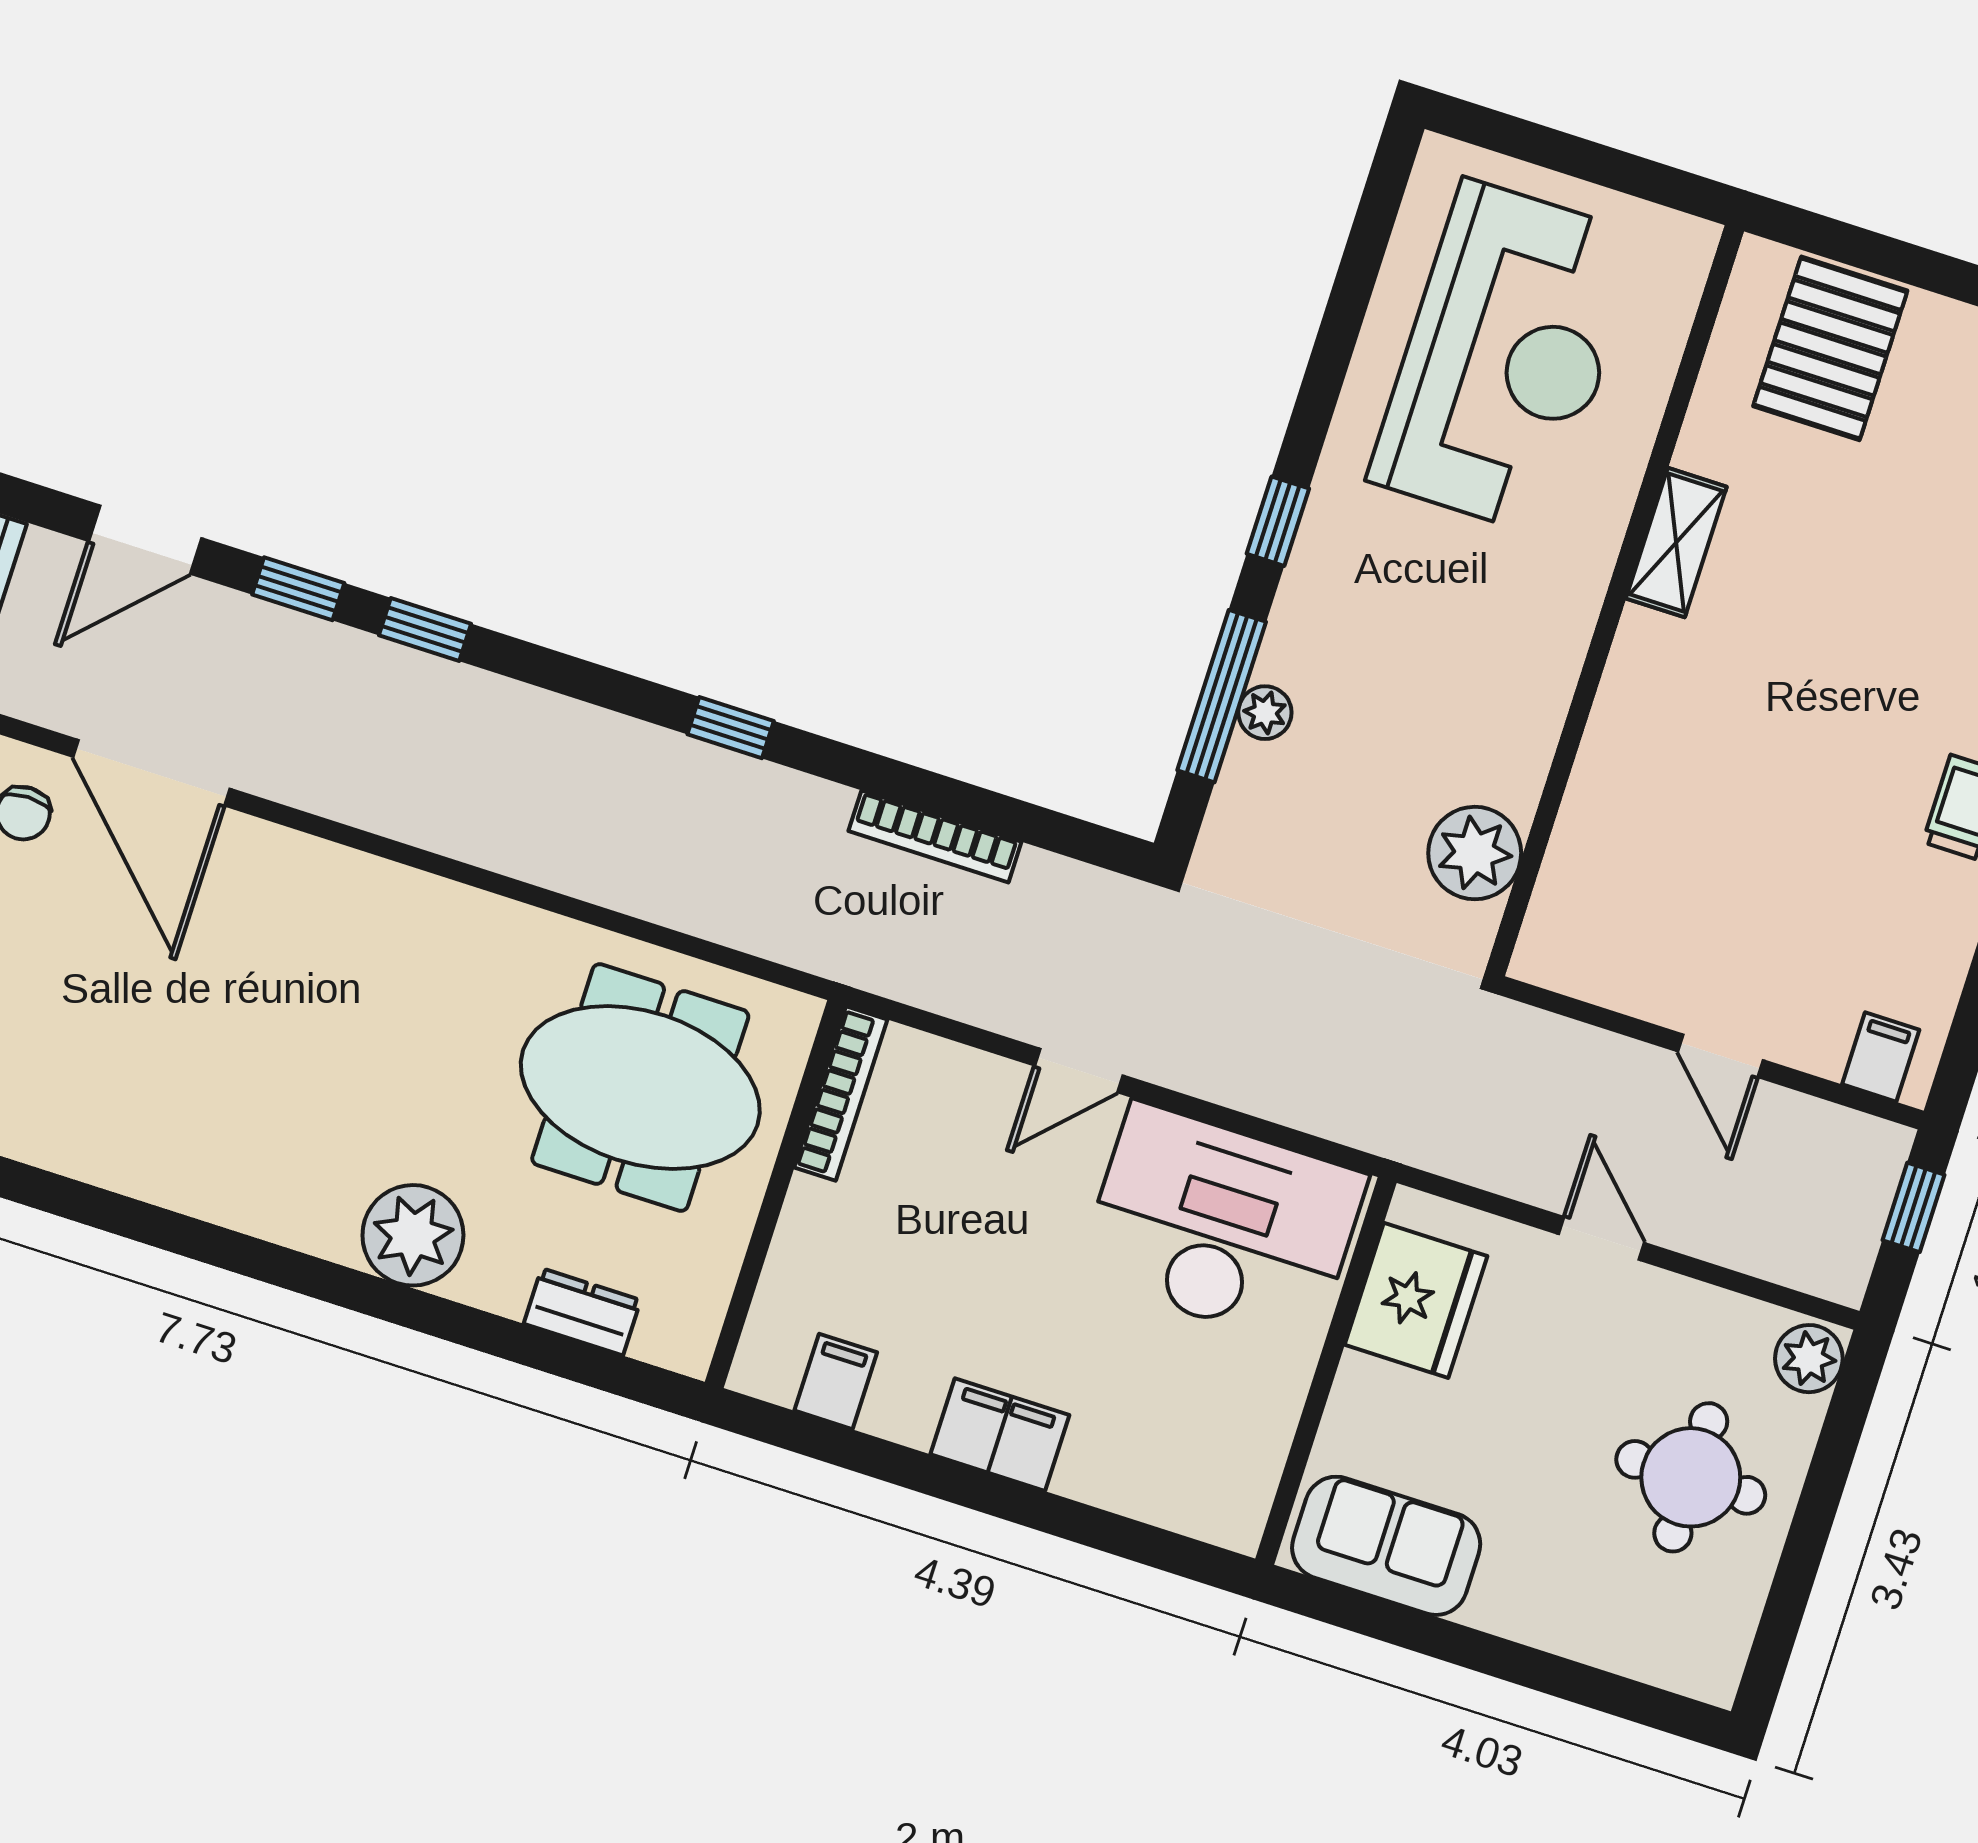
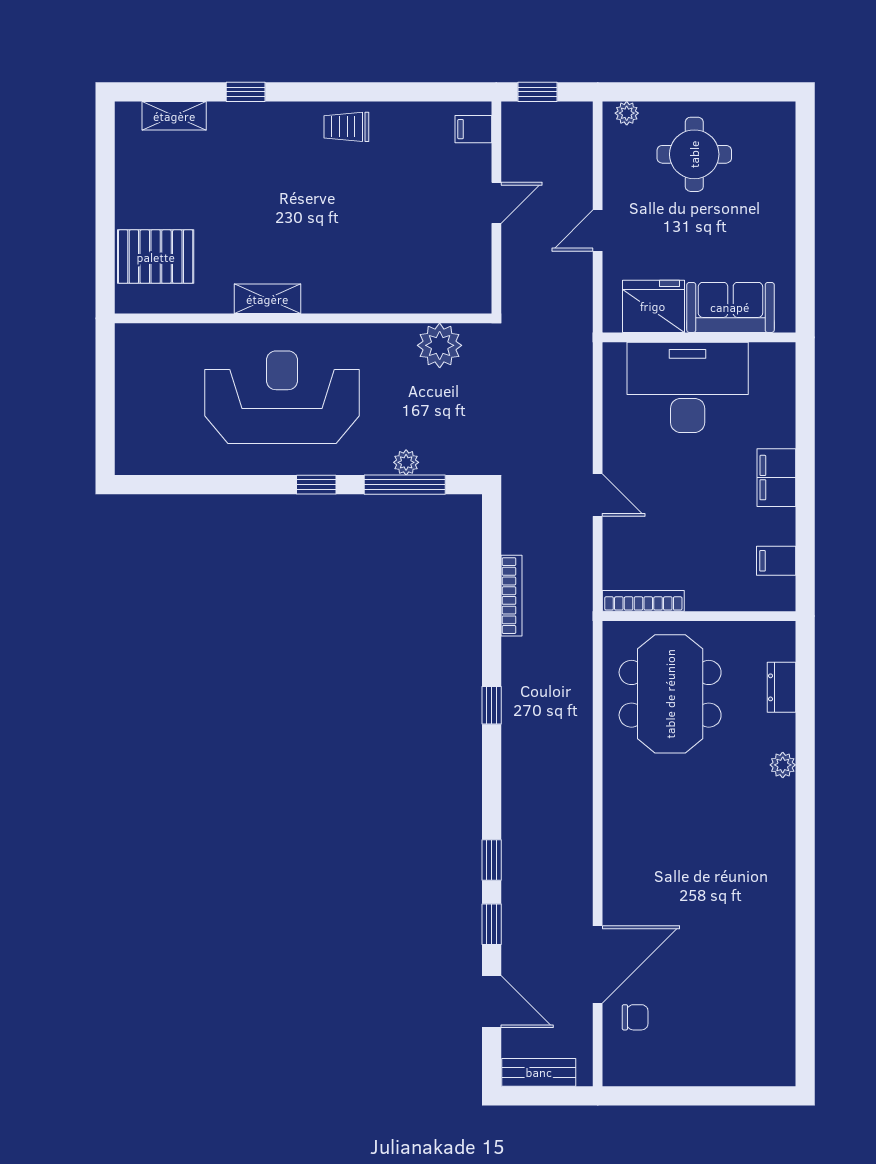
reception desk: (1505, 358) -> (282, 397), moved
desk: (1222, 1226) -> (688, 387), moved, turned 90
plant: (413, 1235) -> (783, 765), width x0.53, depth x0.53
plant: (1809, 1359) -> (627, 113), width x0.73, depth x0.73
sofa: (1386, 1546) -> (730, 307), moved, turned 90

